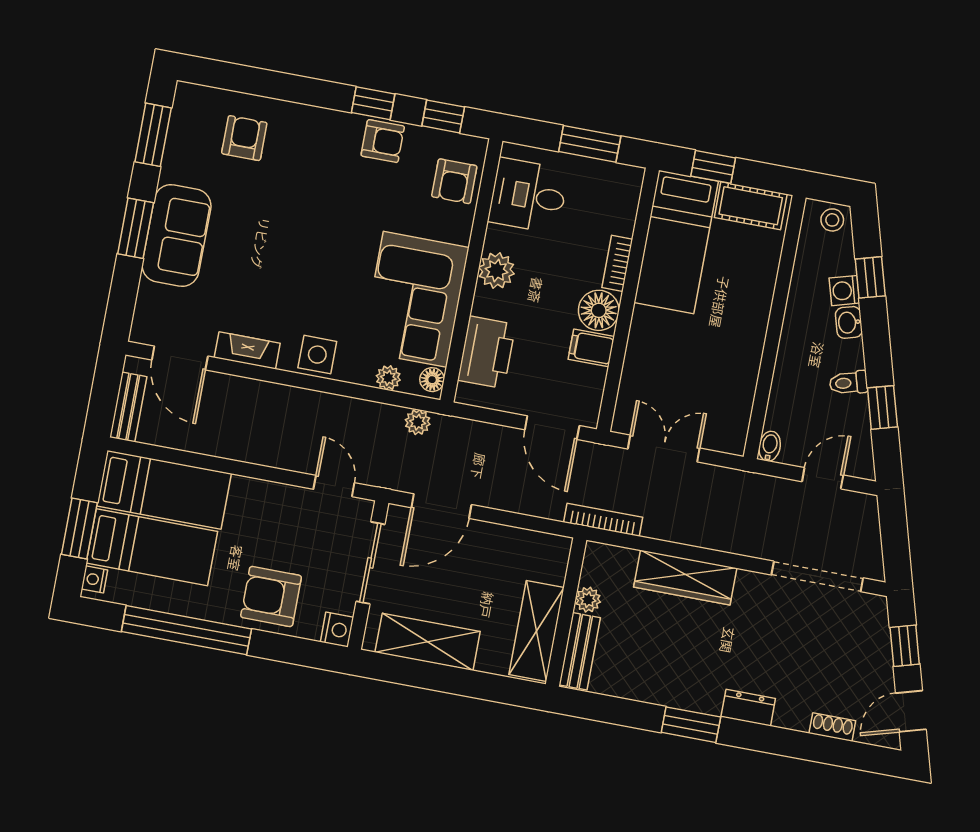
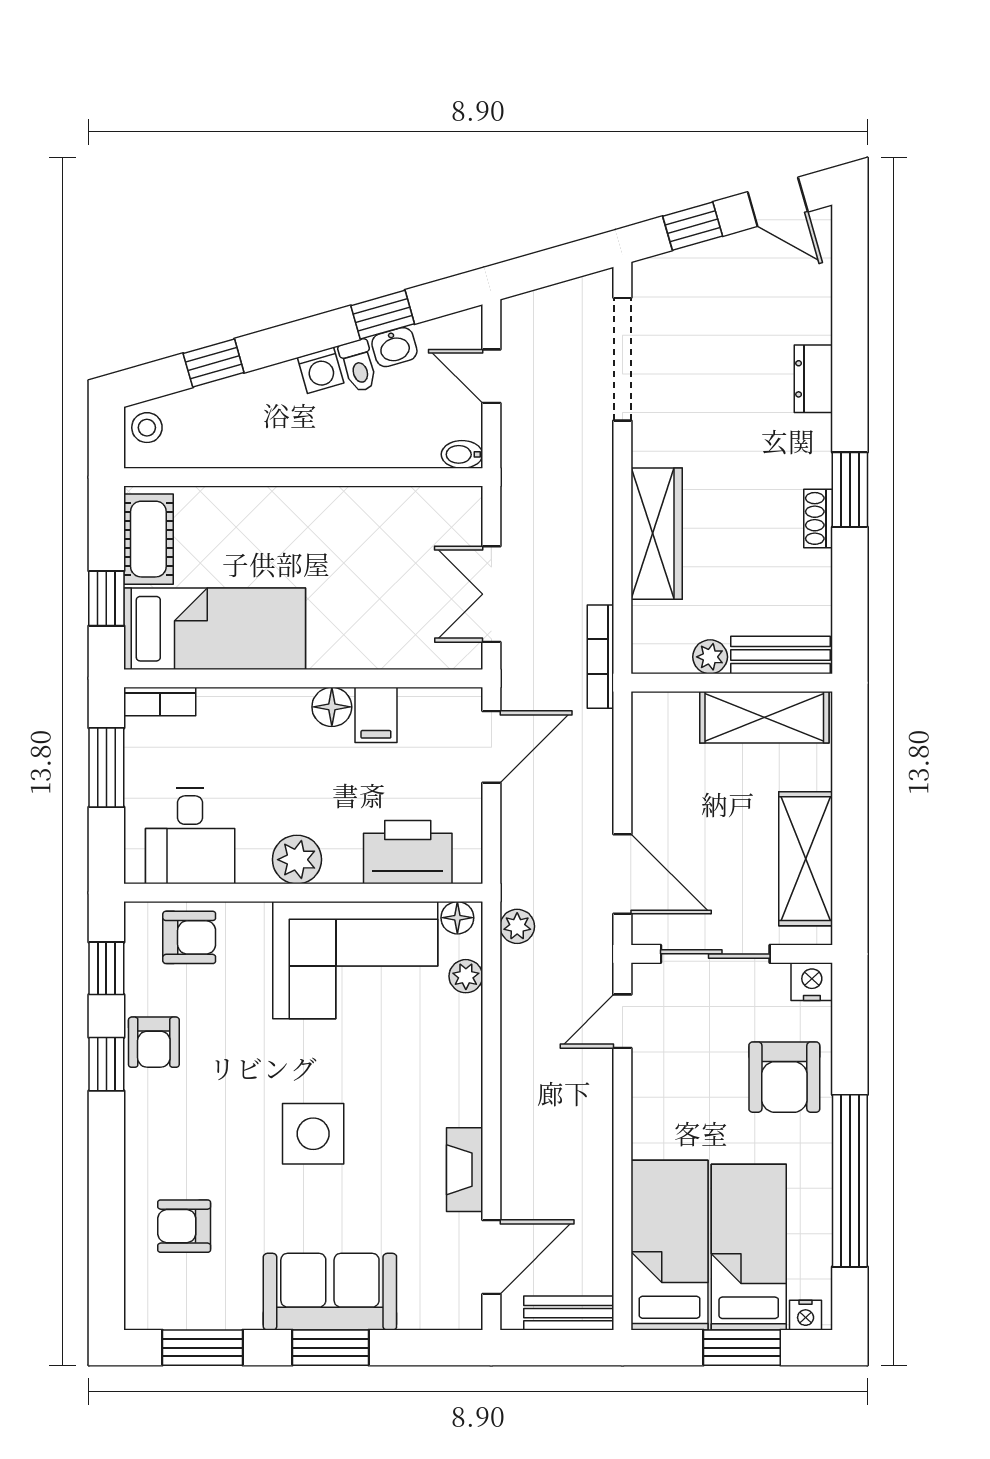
armchair: (383, 141) -> (154, 1042), turned 180
bookcase: (617, 263) -> (160, 701), moved
washing machine: (844, 291) -> (321, 370), moved
floor lamp: (599, 310) -> (332, 707), width x0.73, depth x0.73
washbasin: (849, 322) -> (394, 347), moved
side table: (317, 355) -> (313, 1134), moved, width x1.37, depth x1.37
dresser: (748, 708) -> (813, 379), moved
shoe rack: (832, 727) -> (818, 518), moved

